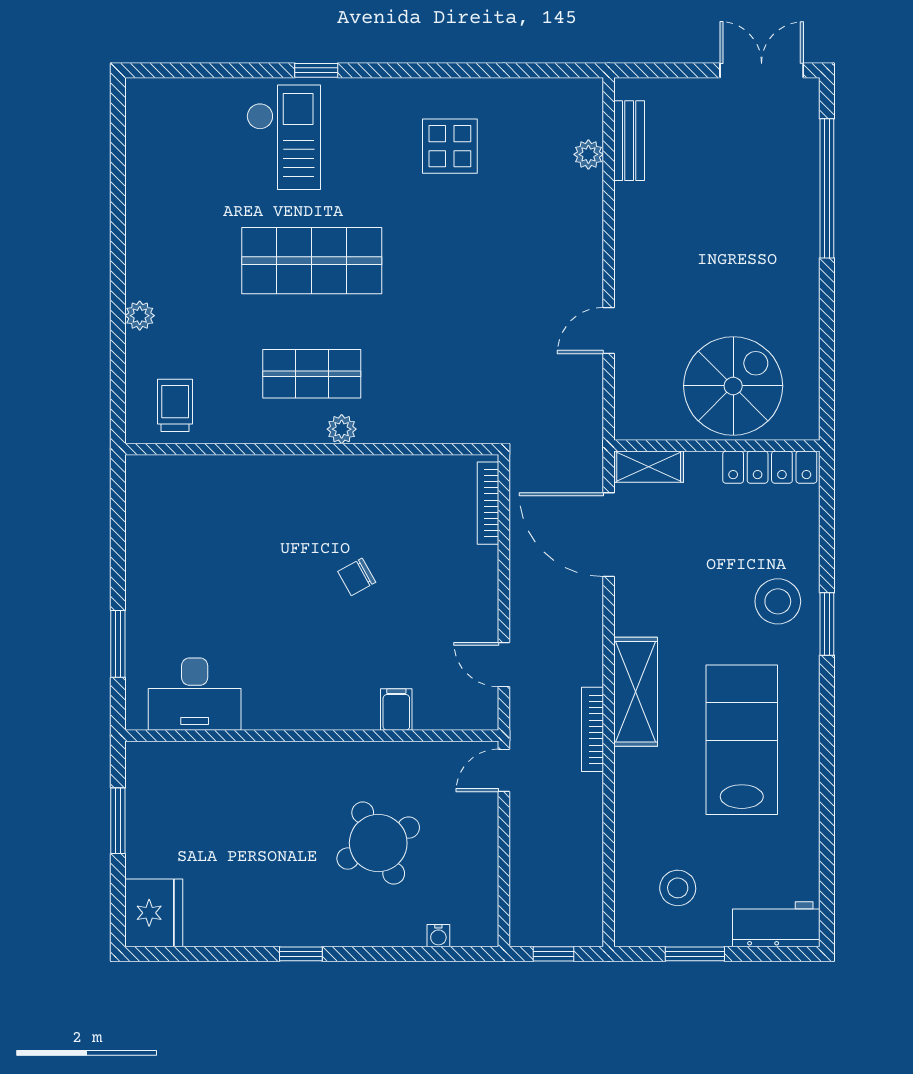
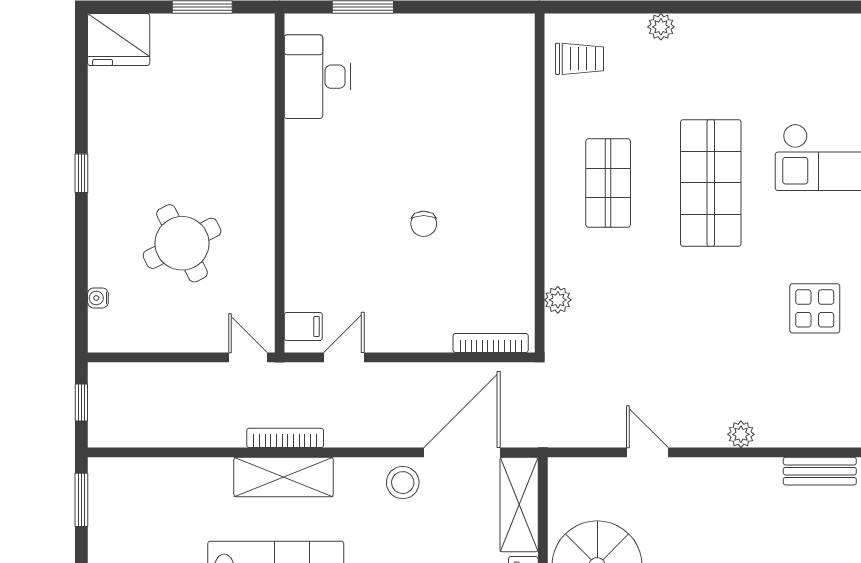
plant: (588, 154) -> (741, 434), moved
plant: (342, 429) -> (558, 300), moved
shelving: (649, 467) -> (519, 505), width x1.50, depth x1.33
chair: (357, 577) -> (424, 224), turned -151
shelving: (636, 692) -> (284, 477), moved
filing cabinet: (396, 709) -> (303, 327), moved
stool: (678, 888) -> (403, 483), moved
window: (695, 954) -> (81, 500), moved

